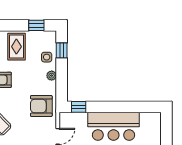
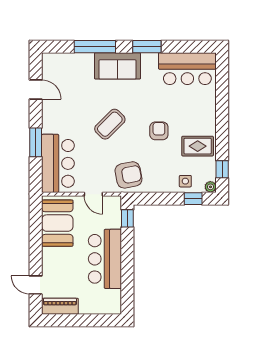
plant: (52, 76) -> (210, 187), moved
armchair: (41, 106) -> (128, 175), turned 79

